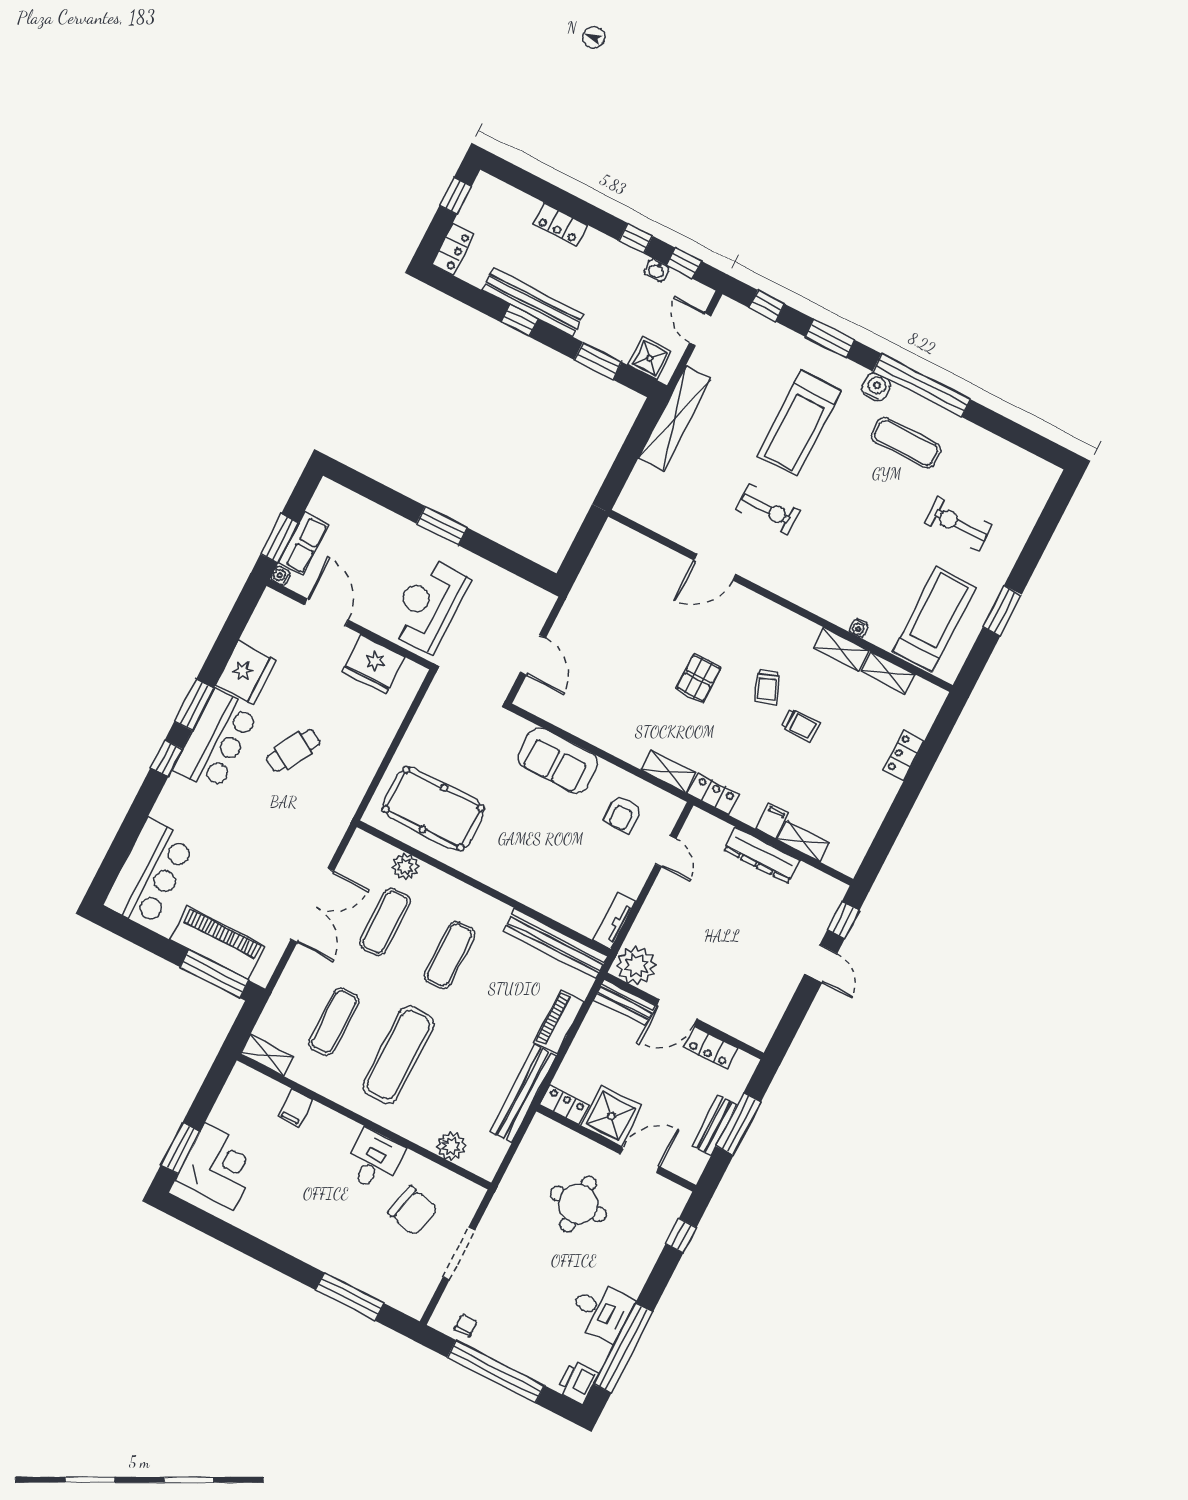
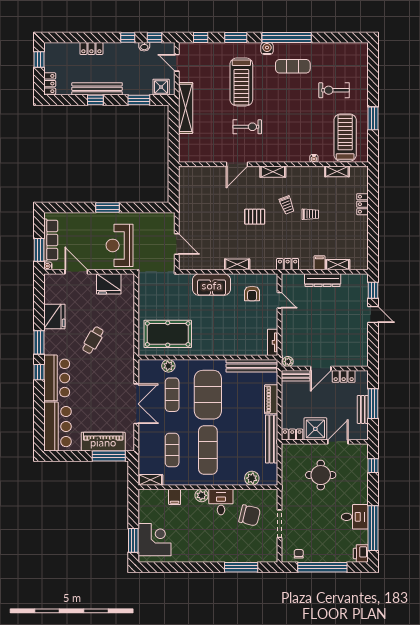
row of seats: (303, 544) -> (51, 240), width x1.48
shelving: (841, 649) -> (273, 172), moved
pallet: (698, 678) -> (255, 217), turned 90
bar counter: (216, 740) -> (57, 378), moved
shelving: (669, 771) -> (237, 264), moved
exercise mat: (450, 955) -> (208, 395), width x2.00, depth x1.45
plant: (636, 965) -> (288, 362), width x0.53, depth x0.53
plant: (345, 1131) -> (202, 495), added

